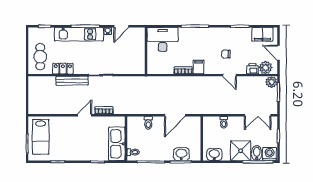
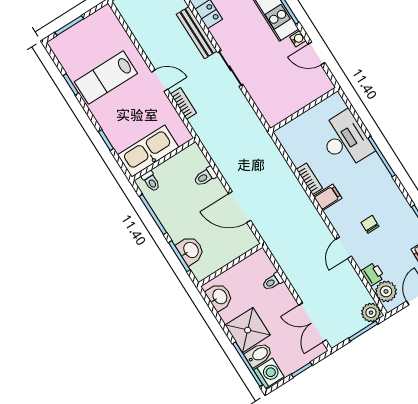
desk: (163, 39) -> (345, 140), moved
lab bench: (41, 137) -> (106, 78), moved

